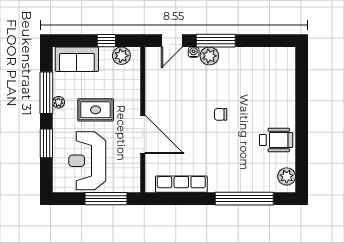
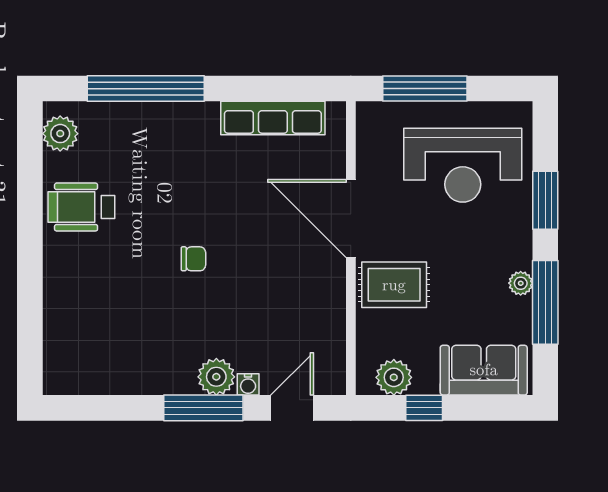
rug: (96, 110) -> (394, 285), moved
reception desk: (87, 161) -> (463, 165), turned 90

